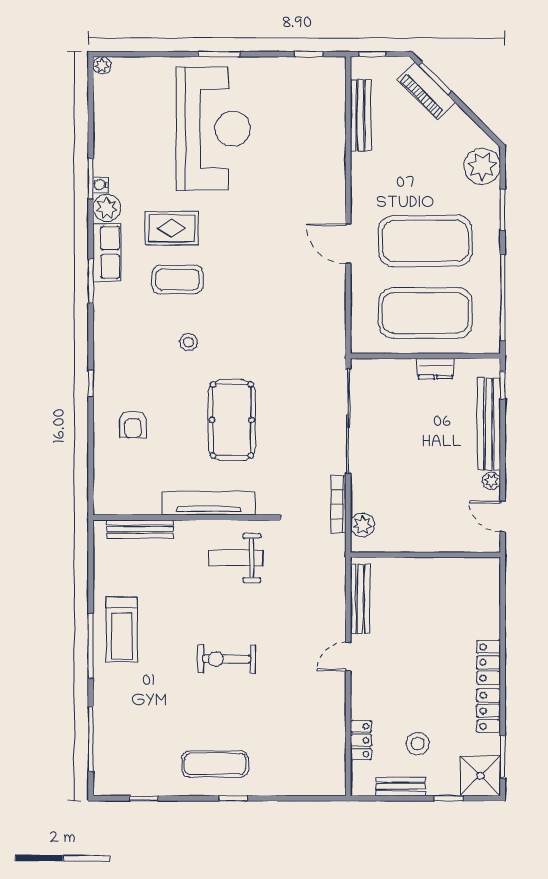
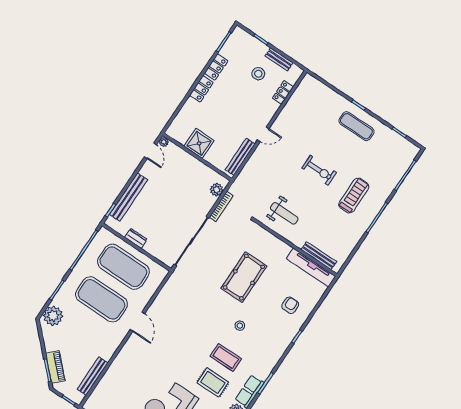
plant: (491, 481) -> (164, 142), moved
tv unit: (209, 503) -> (311, 267), moved
treadmill: (122, 630) -> (354, 196), moved
shower: (480, 776) -> (199, 143), moved

